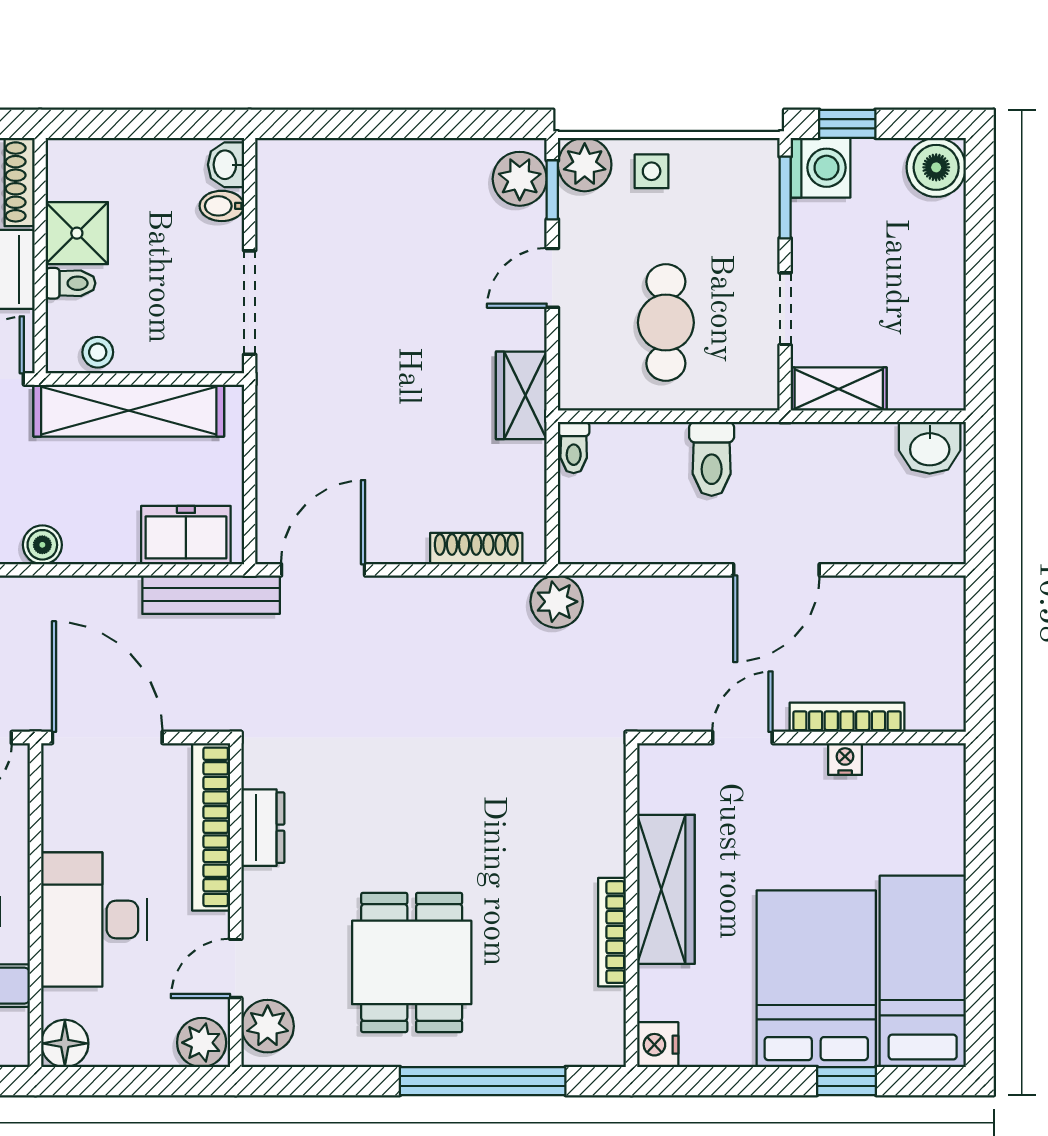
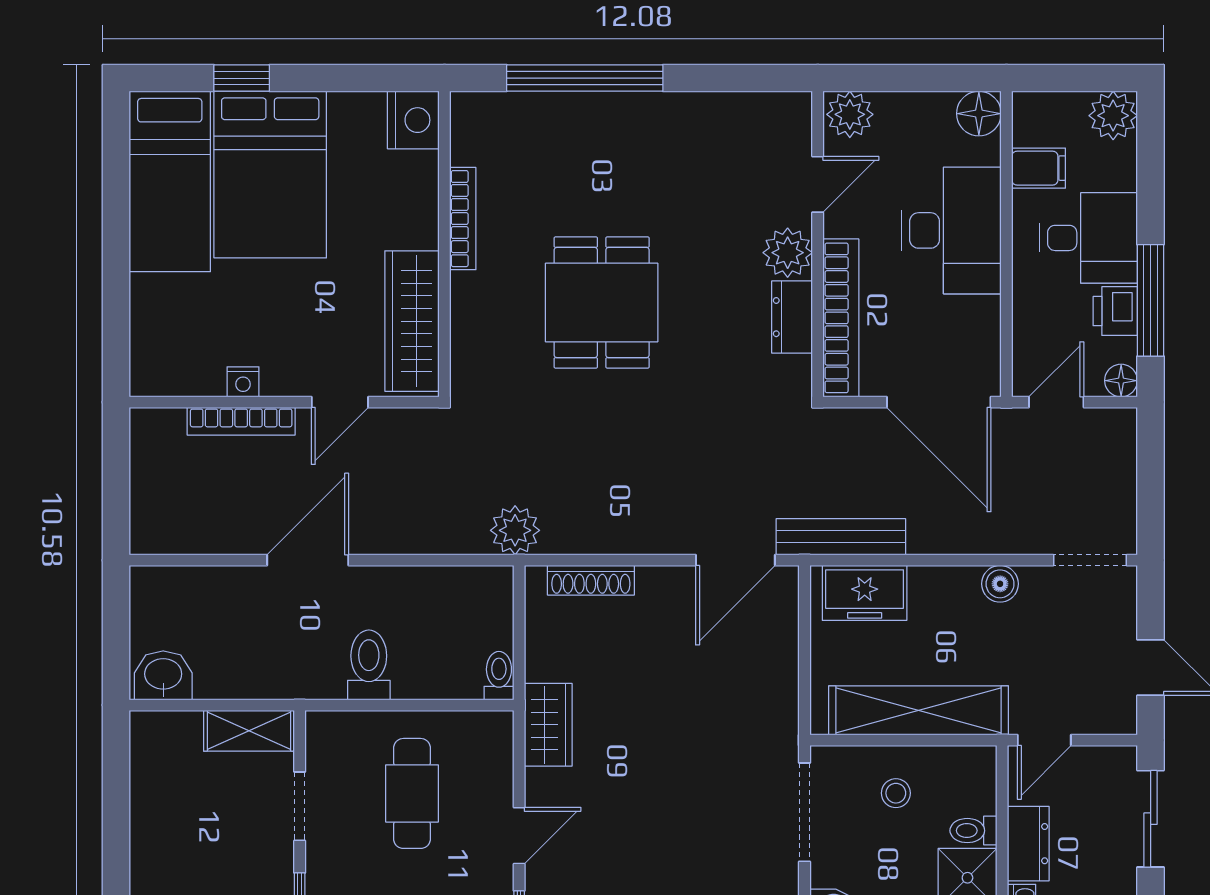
stool: (98, 352) -> (896, 793), moved
wardrobe: (666, 889) -> (412, 321), moved
dining table: (412, 962) -> (602, 302), moved
plant: (268, 1026) -> (788, 253), moved
nightstand: (658, 1045) -> (413, 120), width x1.36, depth x1.33

